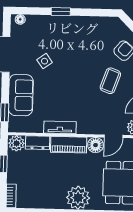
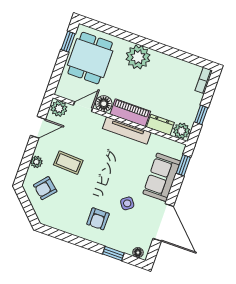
window: (61, 12) -> (113, 254), moved
armchair: (67, 38) -> (98, 219), added
coffee table: (110, 81) -> (68, 163), turned 73
tv unit: (60, 127) -> (127, 130), width x1.41

